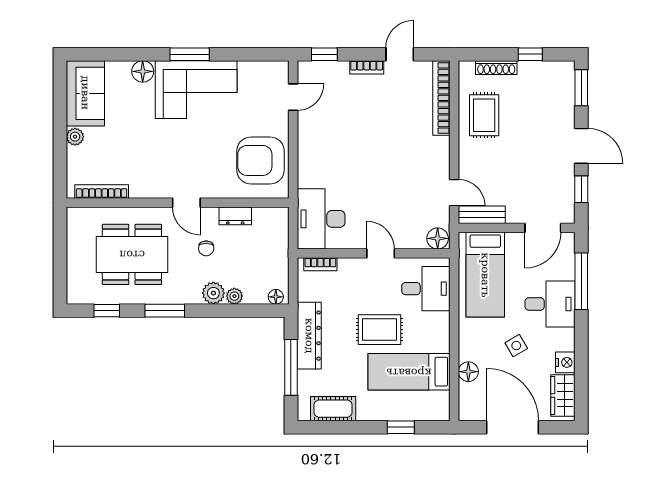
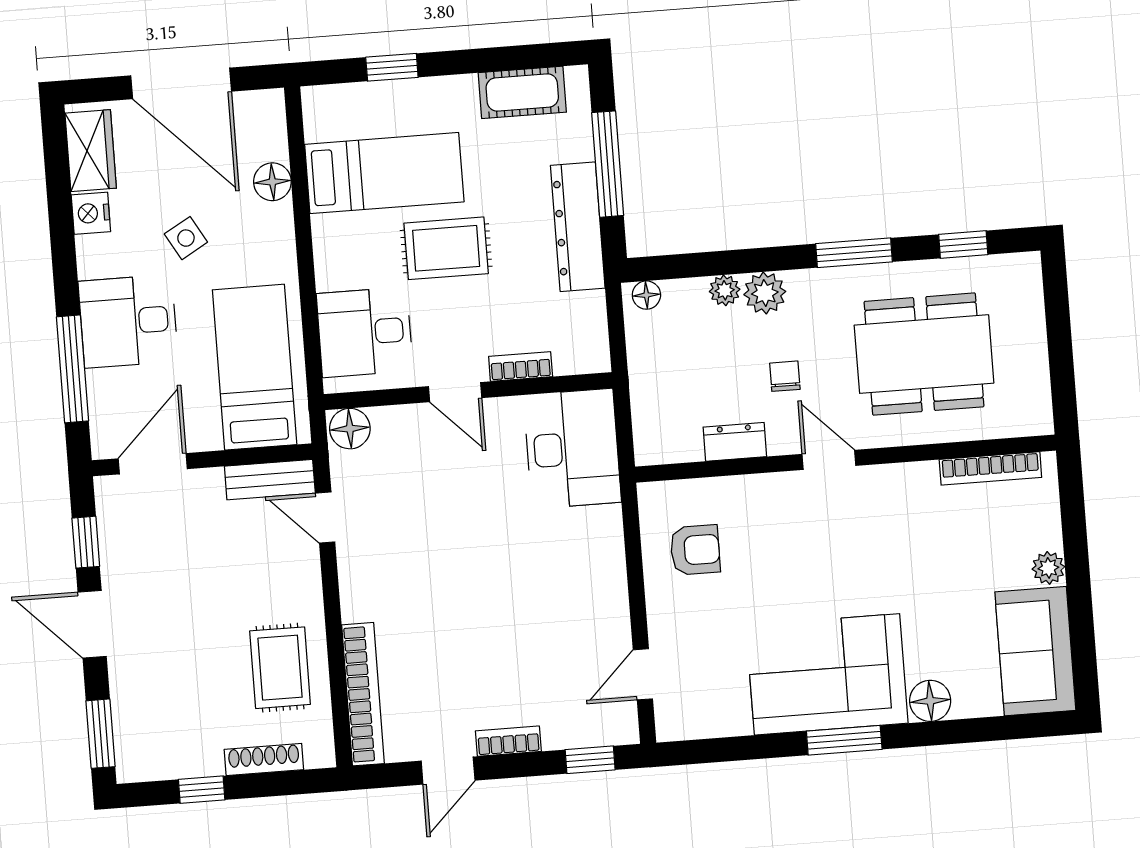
armchair: (261, 160) -> (695, 550), width x0.53, depth x0.53
bookcase: (320, 264) -> (521, 367), moved

